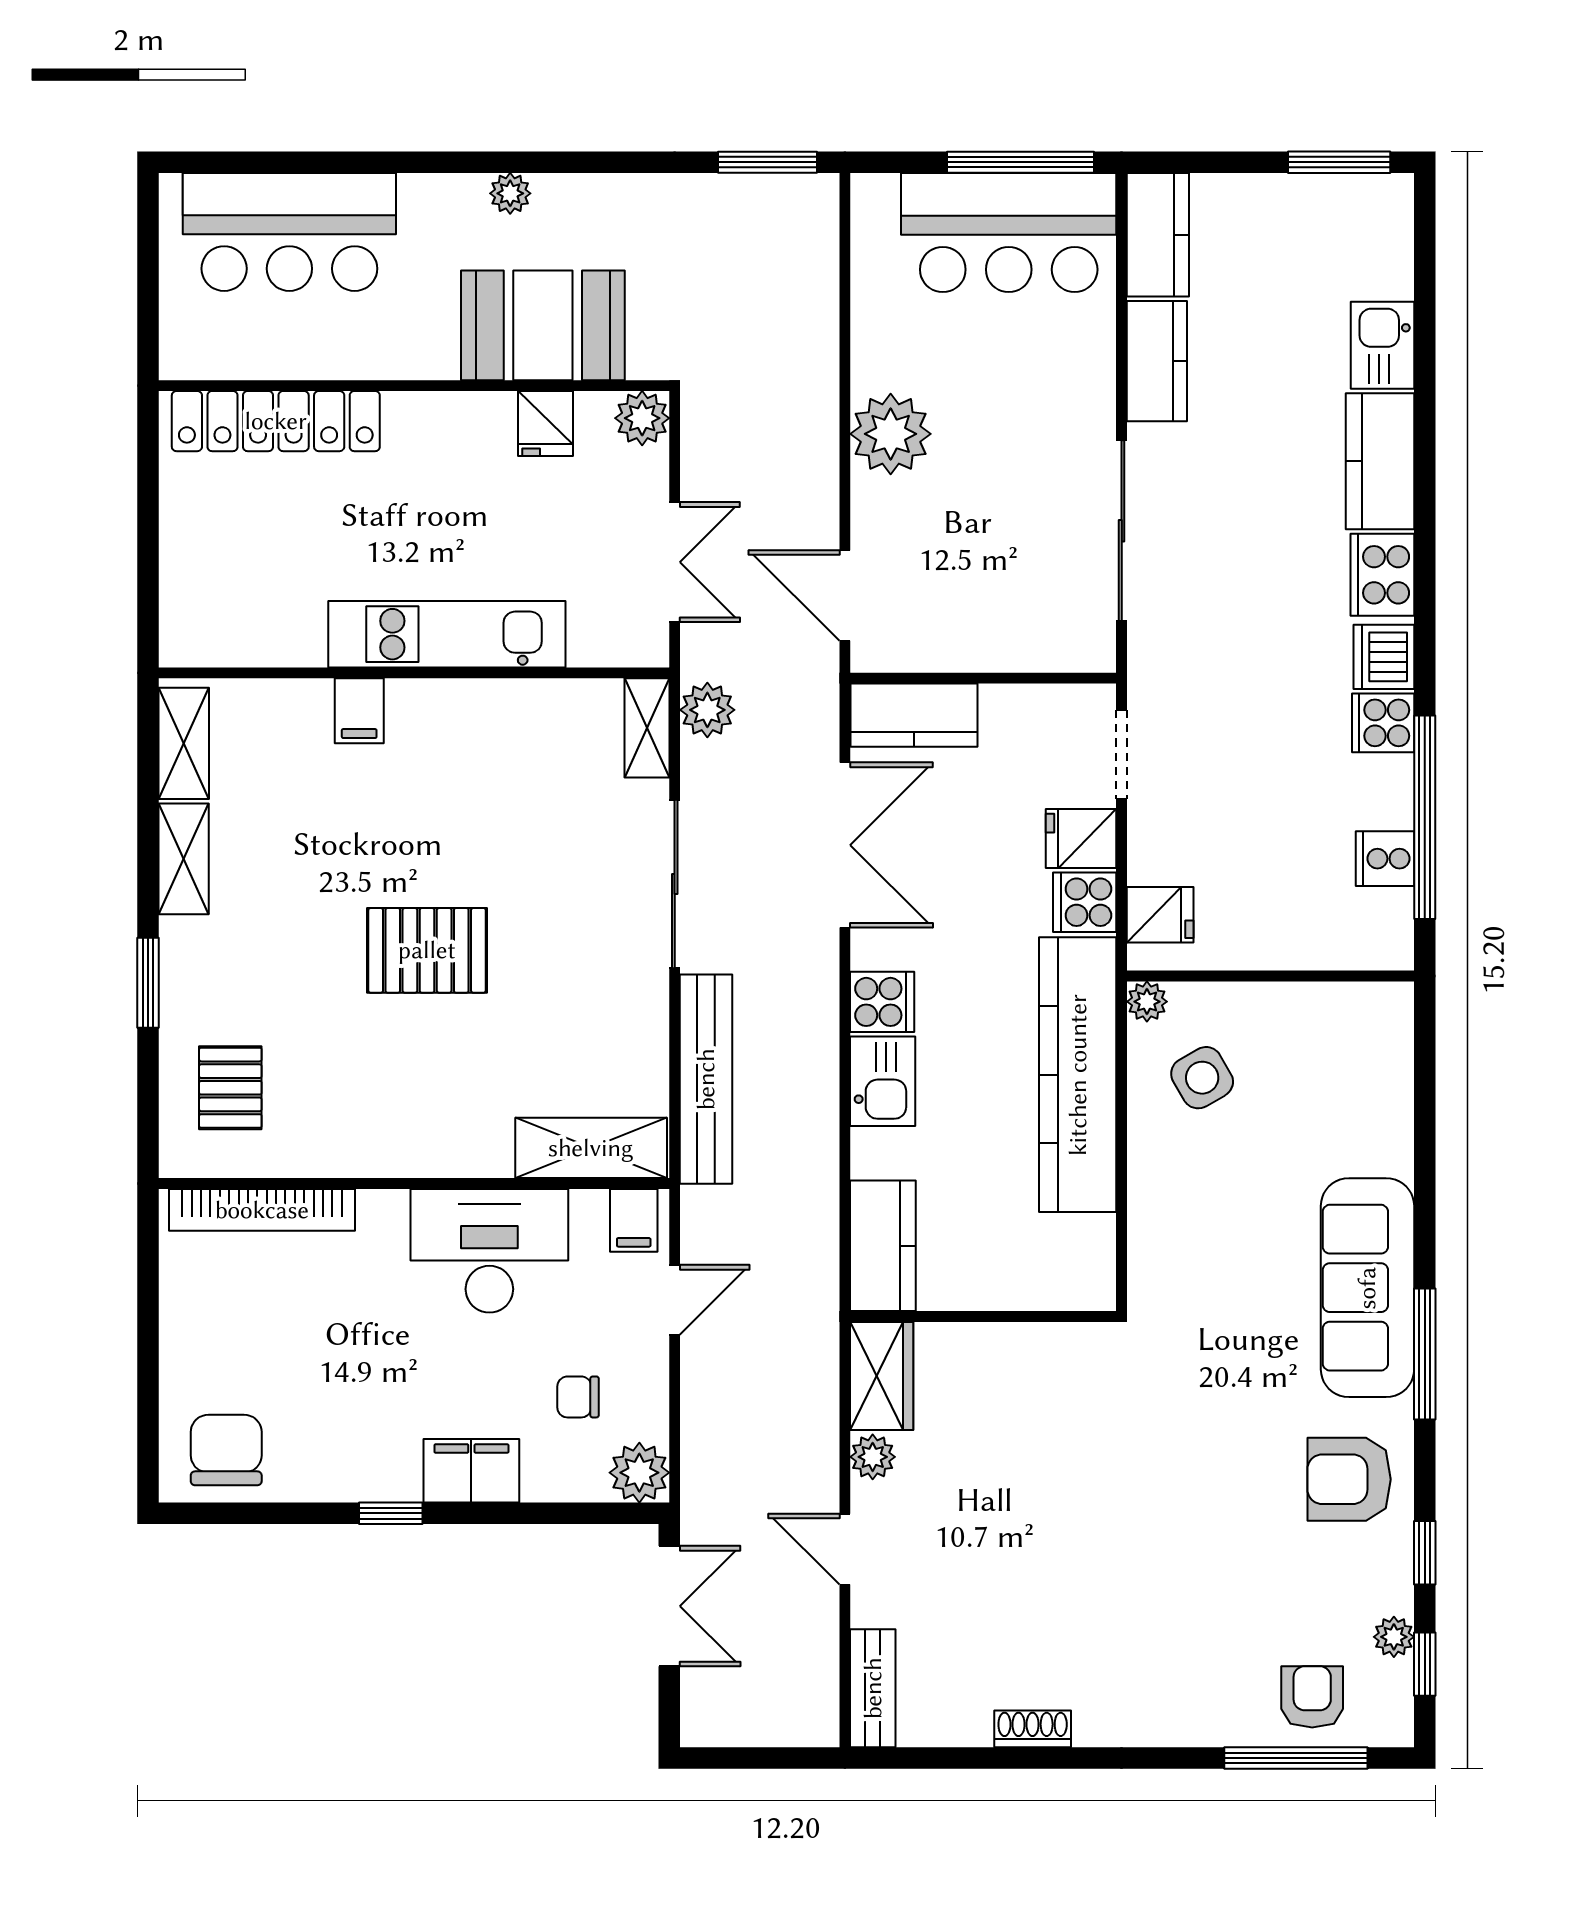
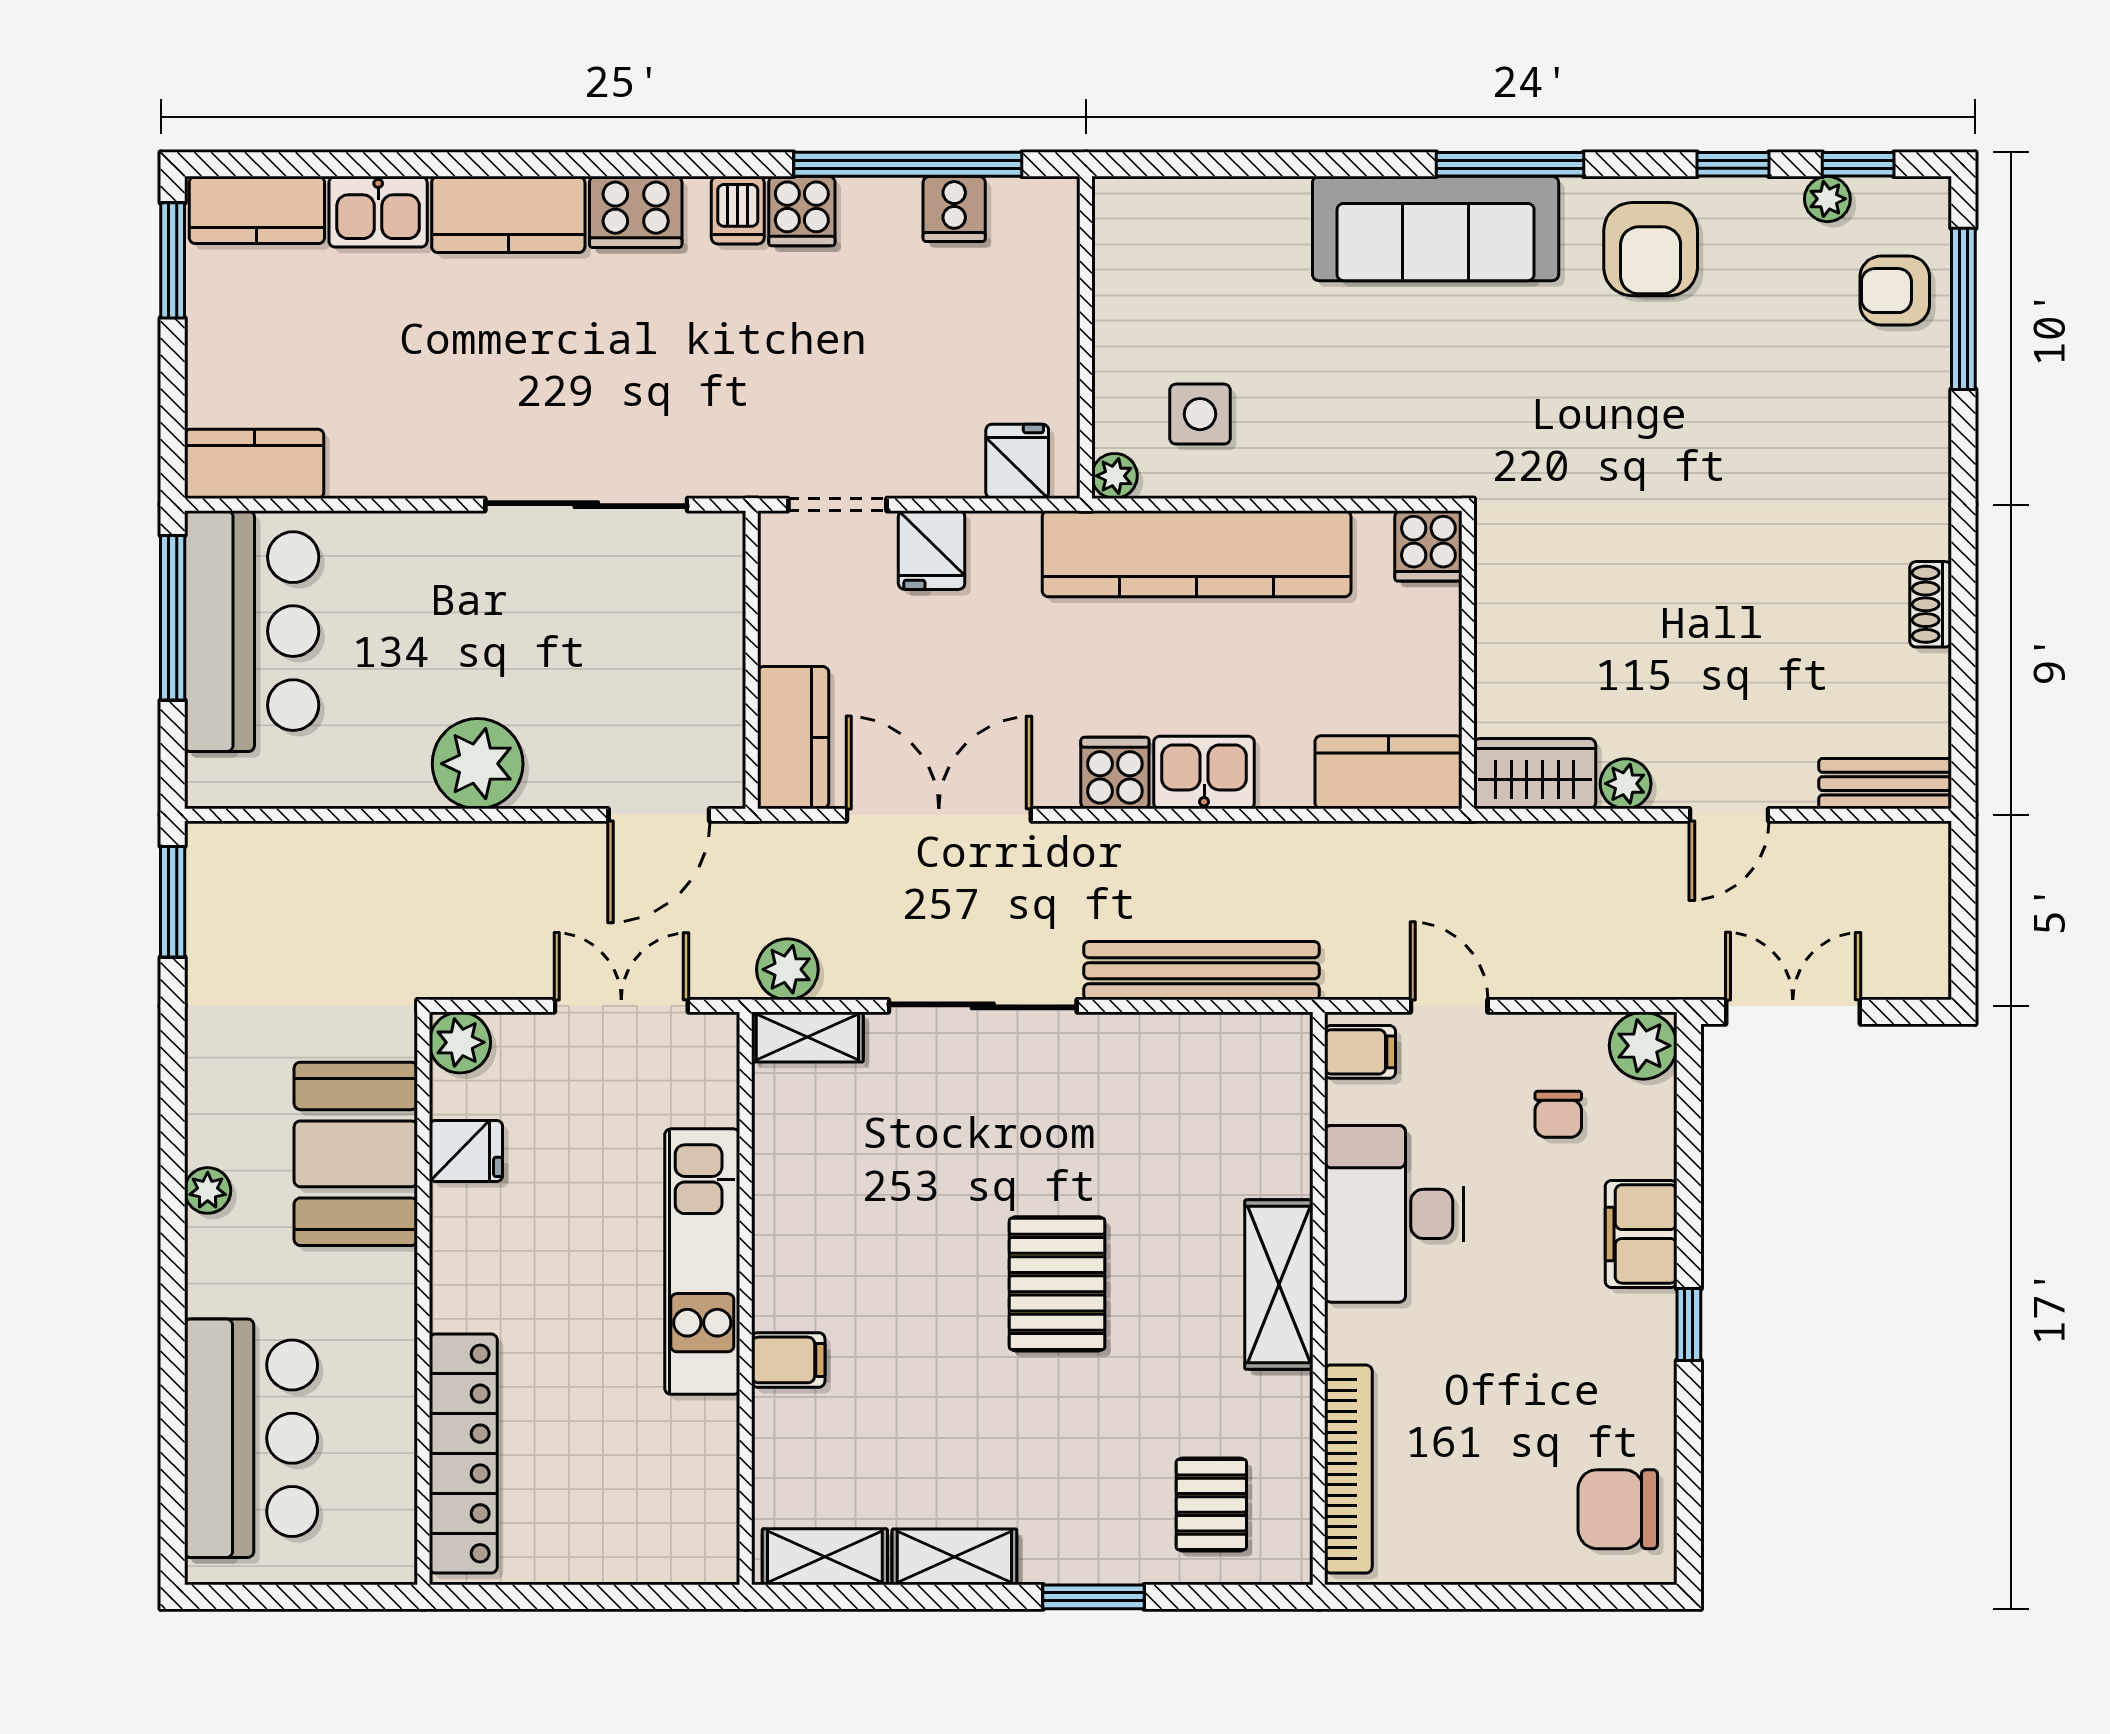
kitchen counter: (1157, 361) -> (257, 210), moved, turned 180
dishwasher: (1384, 657) -> (738, 210), width x0.73
cooker: (1085, 902) -> (1428, 546), moved
side table: (1202, 1078) -> (1200, 414), turned 30
pallet: (230, 1088) -> (1211, 1505), turned 90
shelving: (591, 1148) -> (1279, 1285), moved

